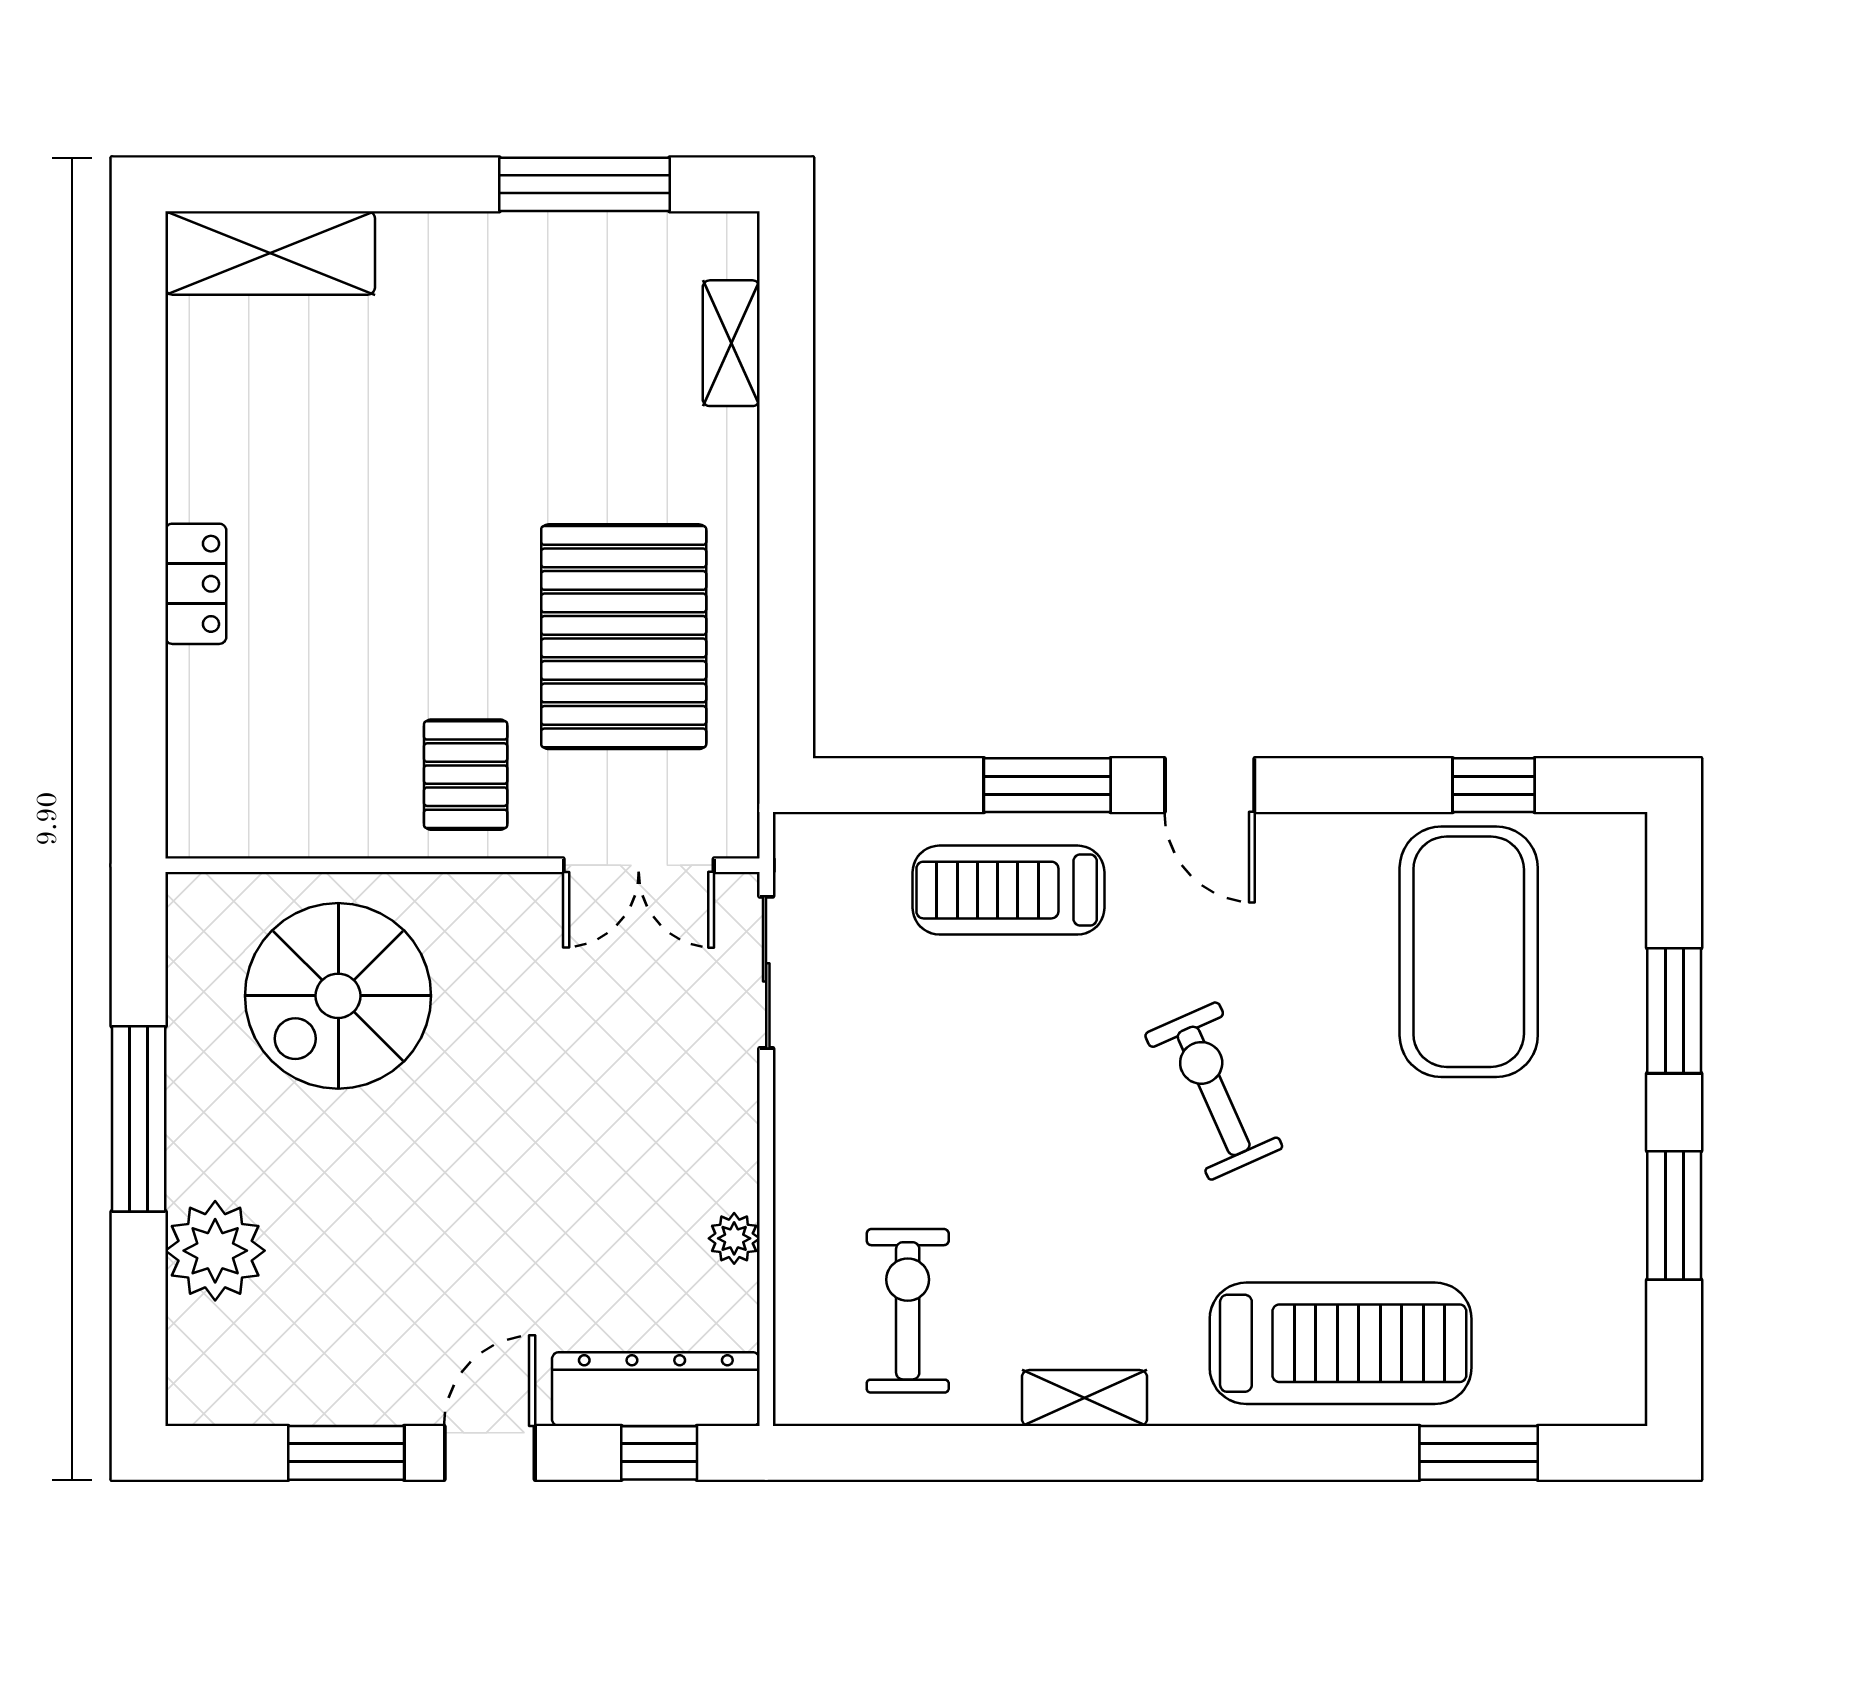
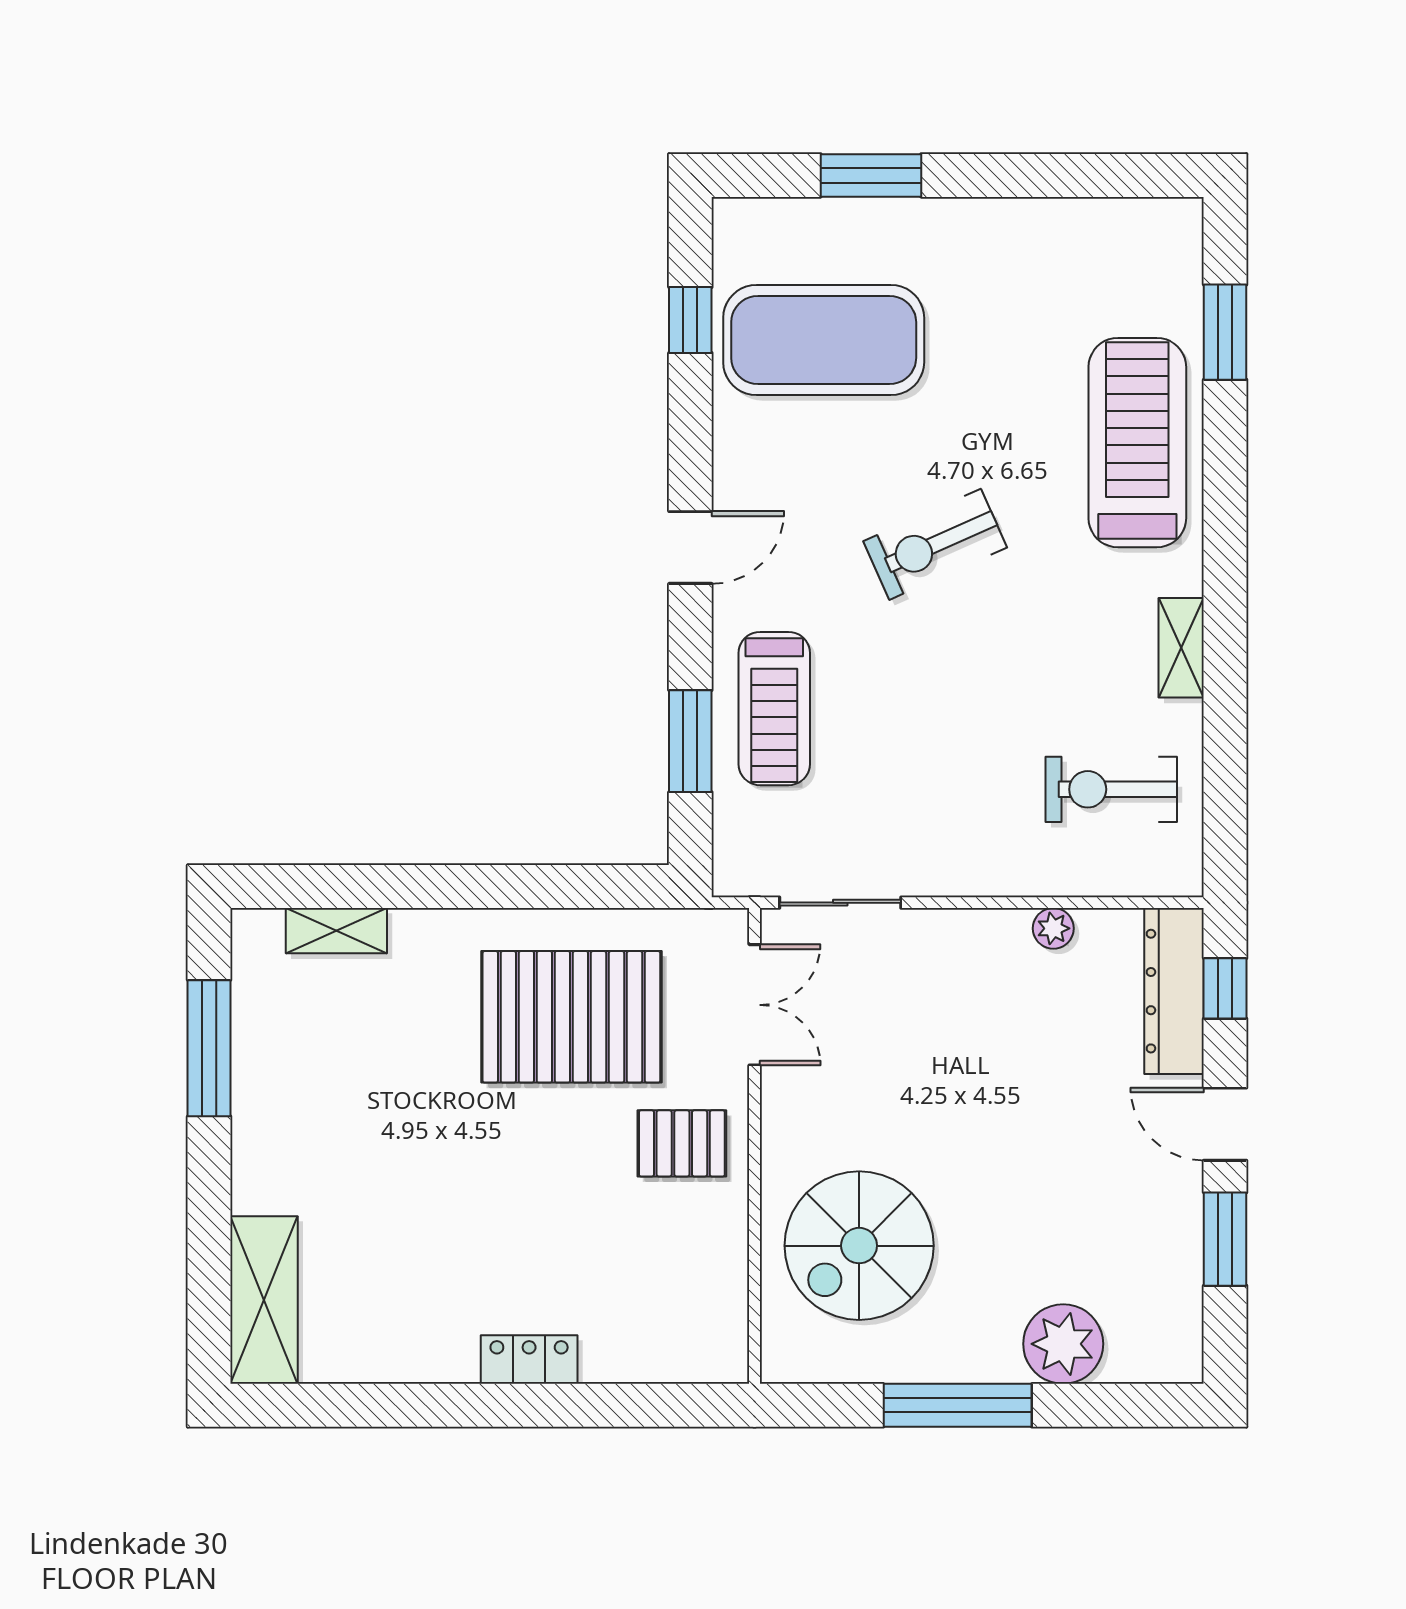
window: (1047, 785) -> (690, 741), moved
spiral stairs: (338, 996) -> (859, 1246), turned 90
window: (1674, 1215) -> (1035, 175), removed

